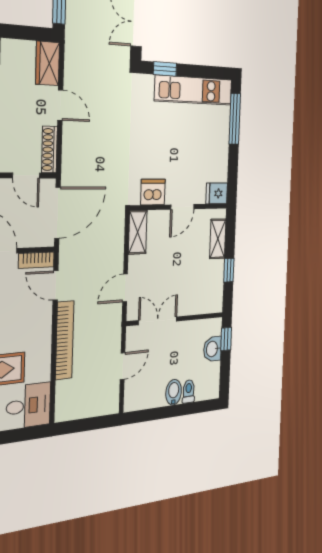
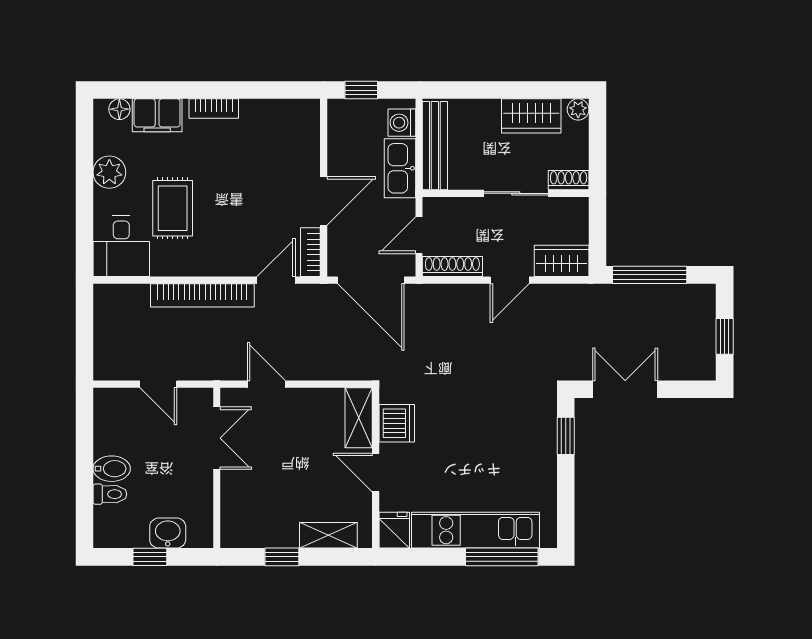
kitchen unit: (194, 90) -> (476, 530), moved, turned 90
shelving: (138, 232) -> (359, 418), moved, turned 90
window: (226, 339) -> (150, 557), moved

